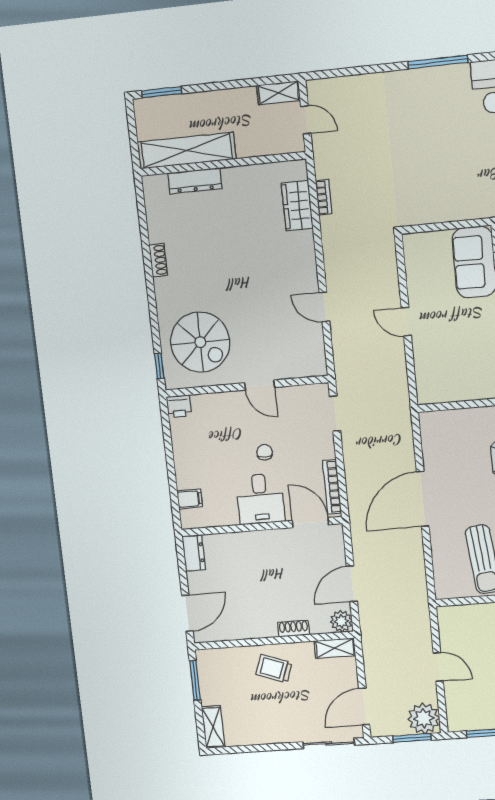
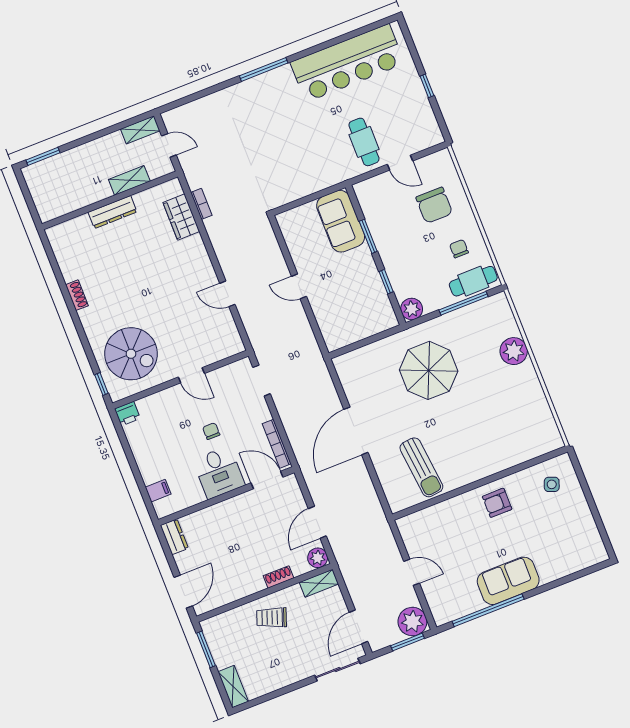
shelving: (187, 151) -> (129, 180), moved, width x0.45, depth x0.75
dresser: (195, 181) -> (113, 212), moved

